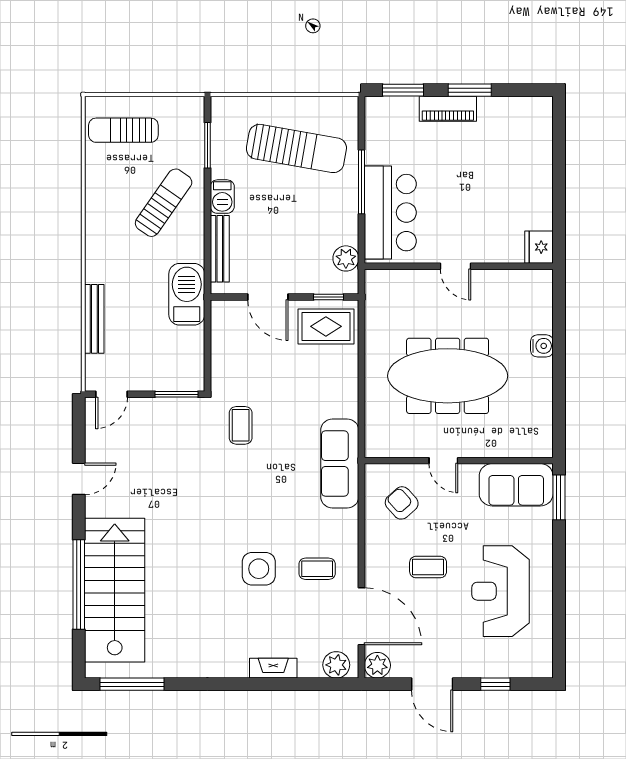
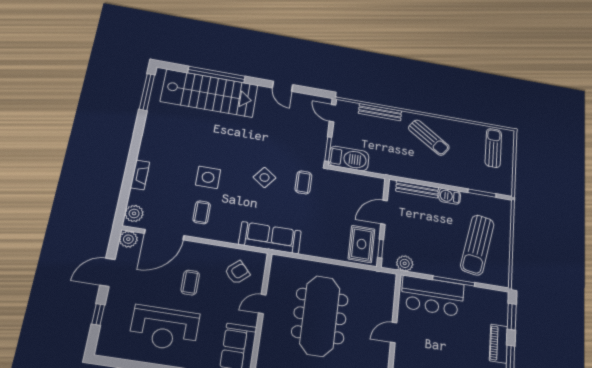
sun lounger: (164, 203) -> (429, 138), moved
barbecue: (187, 294) -> (349, 159), moved
coffee table: (241, 425) -> (303, 182), turned 90
side table: (243, 485) -> (264, 177), added
reception desk: (501, 591) -> (164, 328), turned 180

